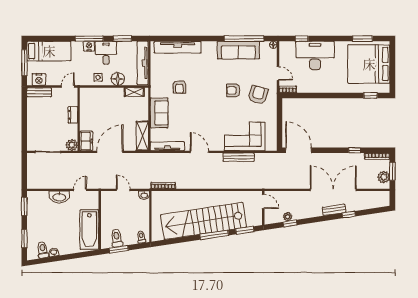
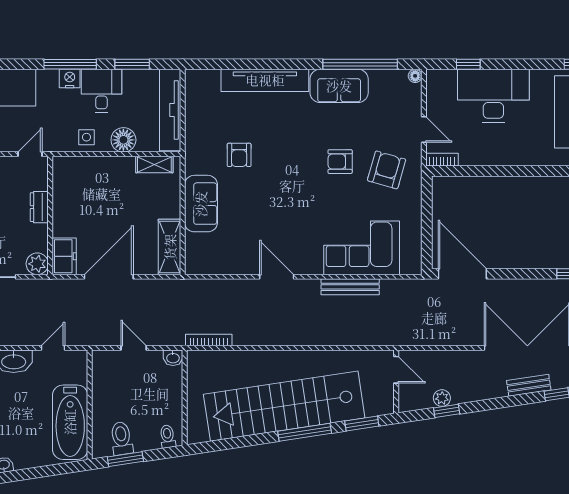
tv unit: (178, 47) -> (265, 80), moved
sofa: (238, 50) -> (339, 86), width x0.73
tv unit: (167, 146) -> (216, 266), removed

